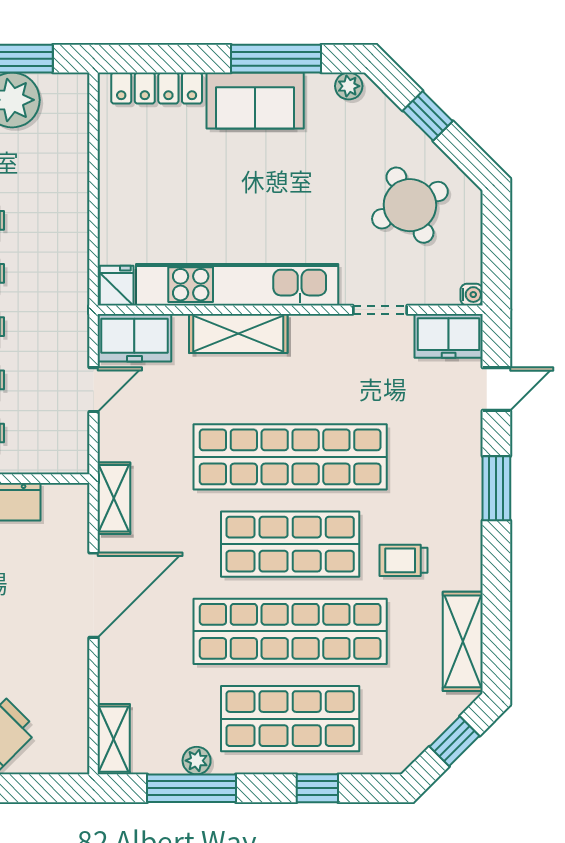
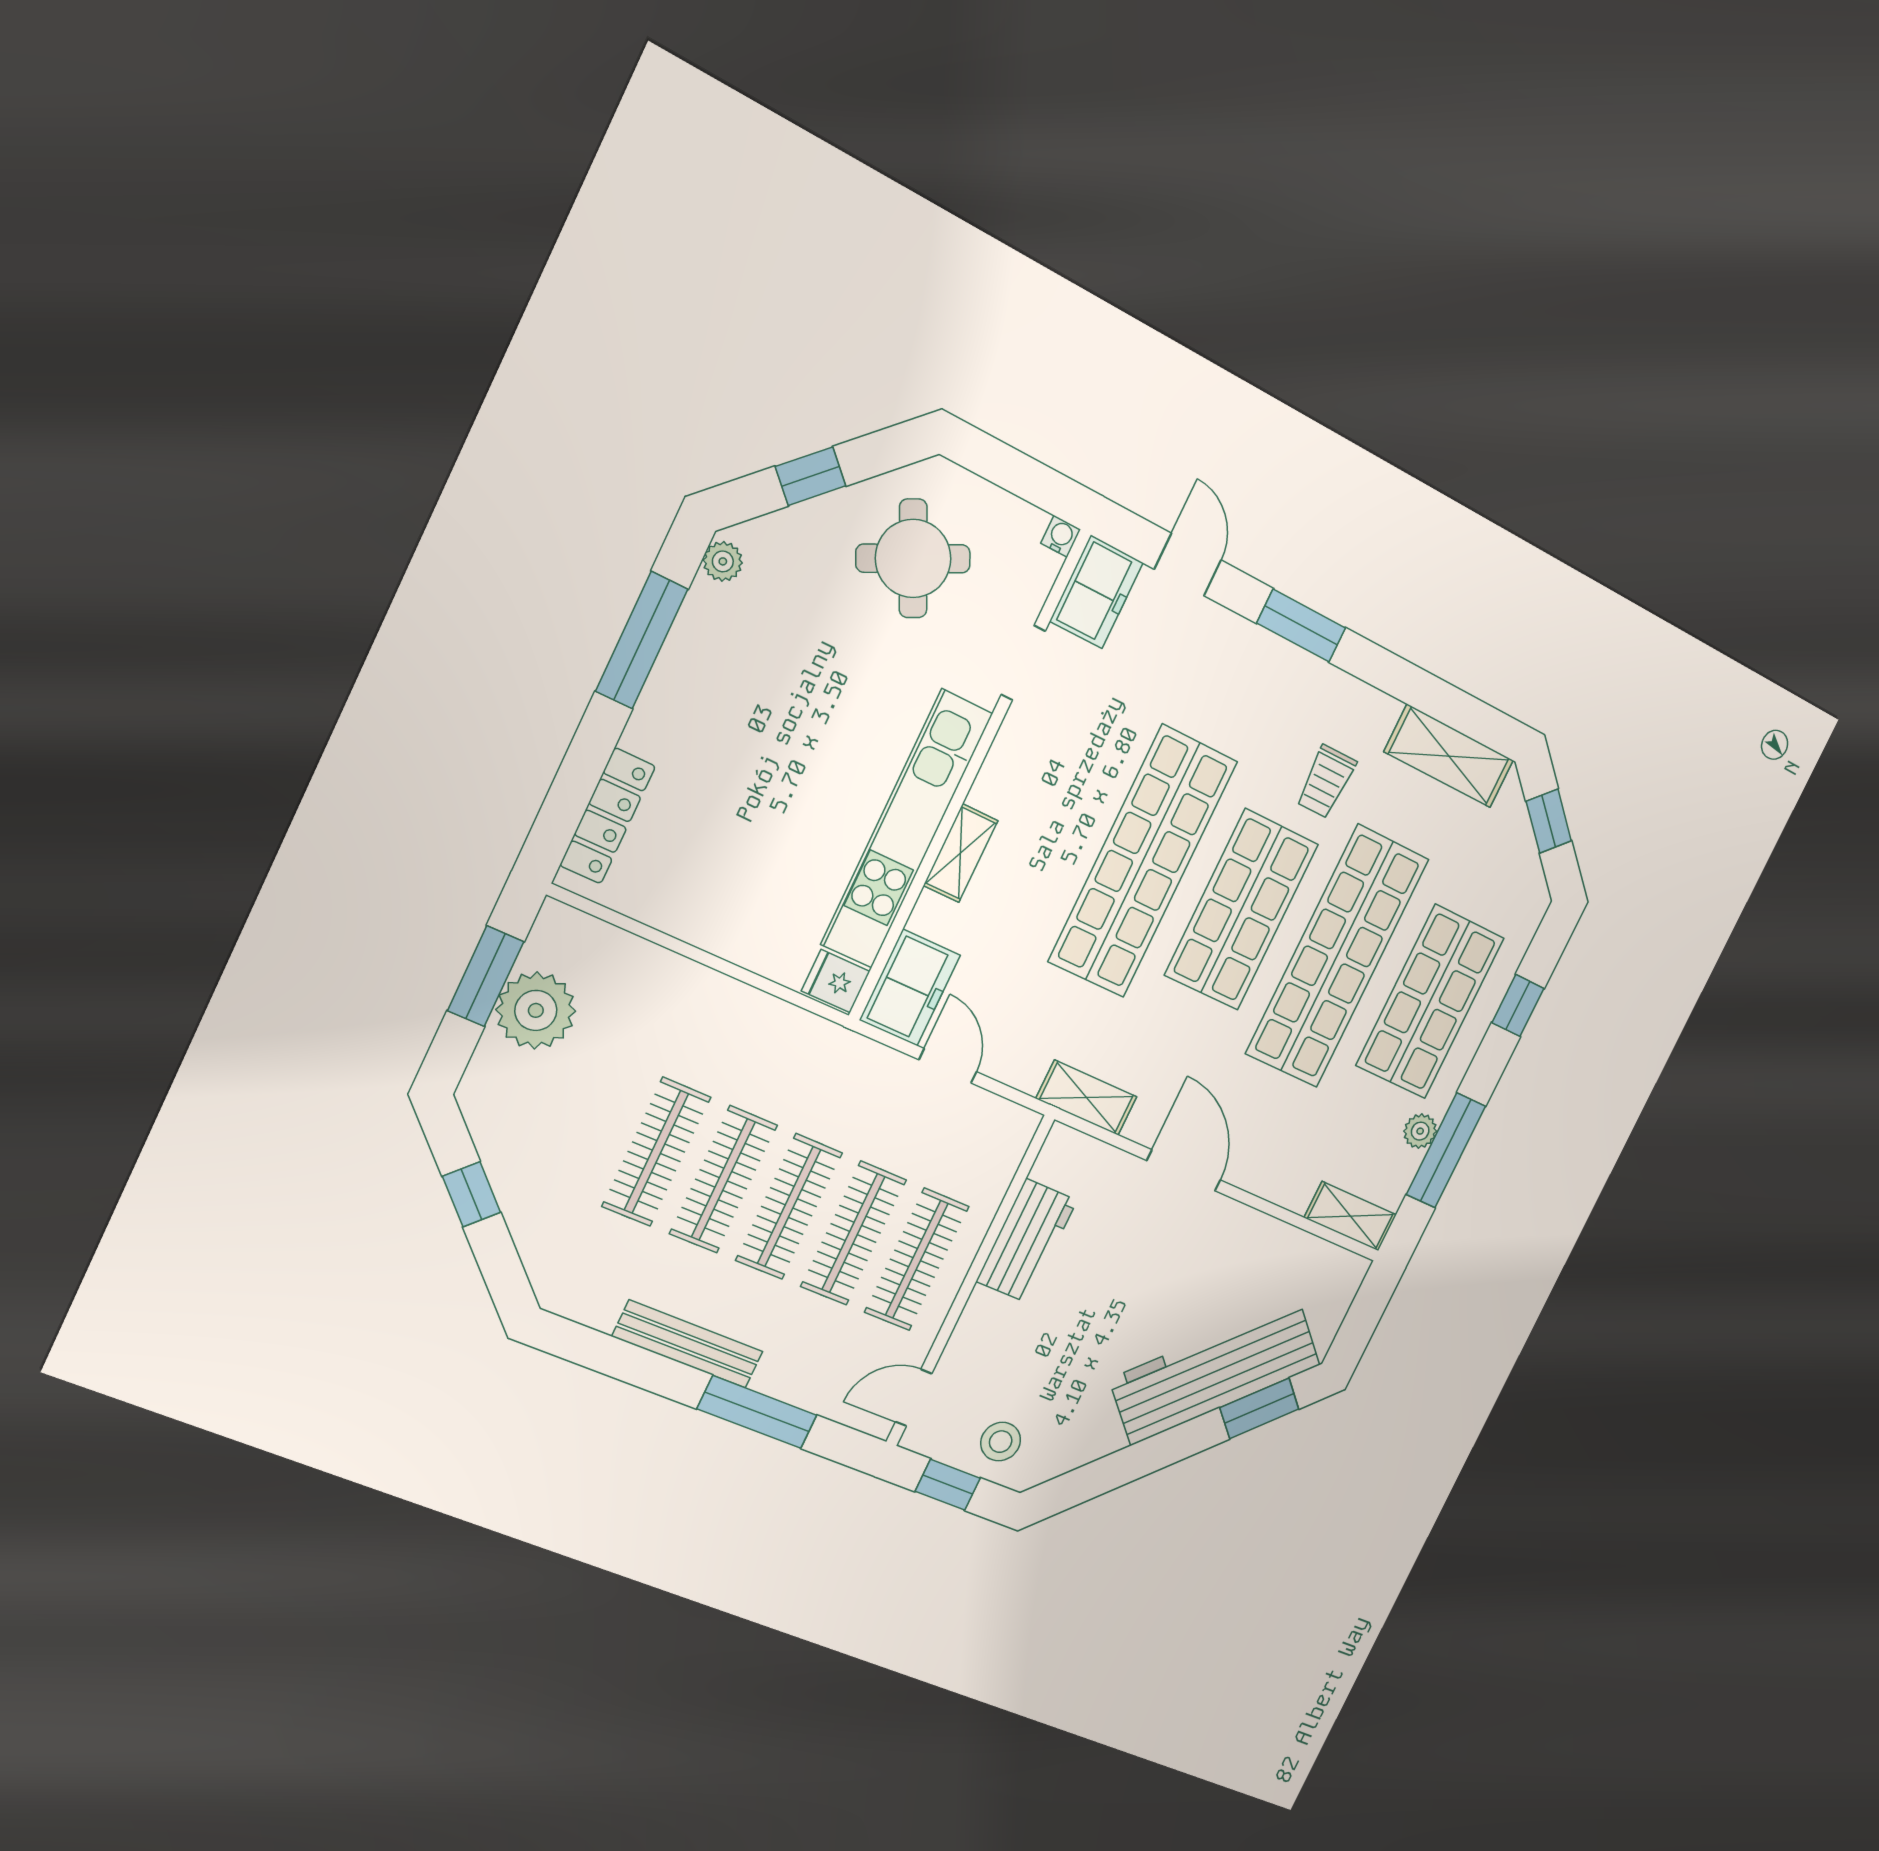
sofa: (255, 101) -> (684, 694), removed
shelving: (238, 333) -> (961, 853), width x0.67, depth x0.75
door: (94, 595) -> (1184, 1170), width x0.73

